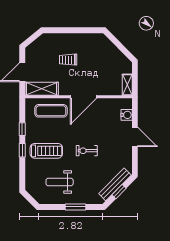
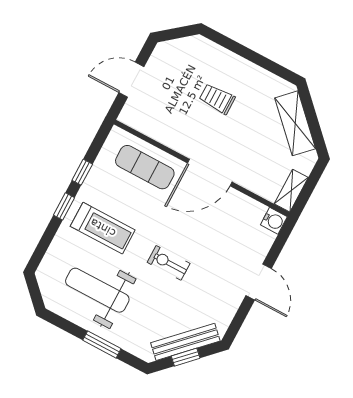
shelving: (42, 89) -> (295, 123), moved, turned 45
water cooler: (127, 115) -> (274, 221), moved
weight bench: (60, 182) -> (97, 290), width x1.36, depth x1.33

